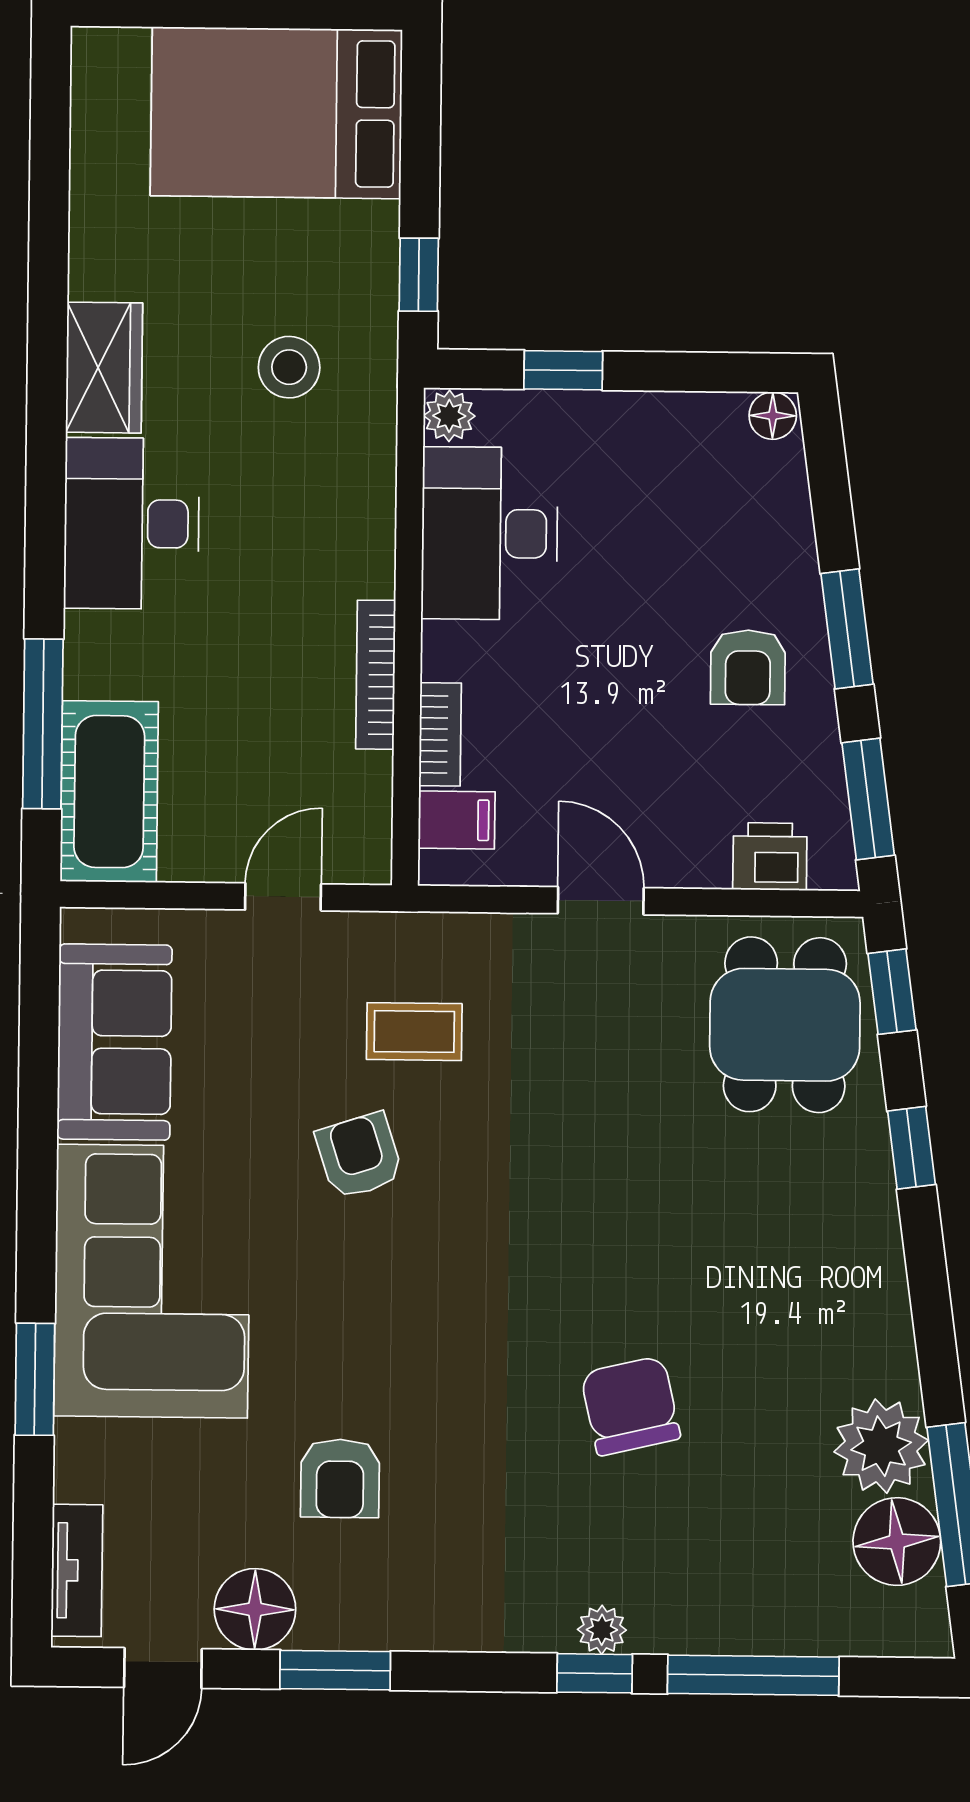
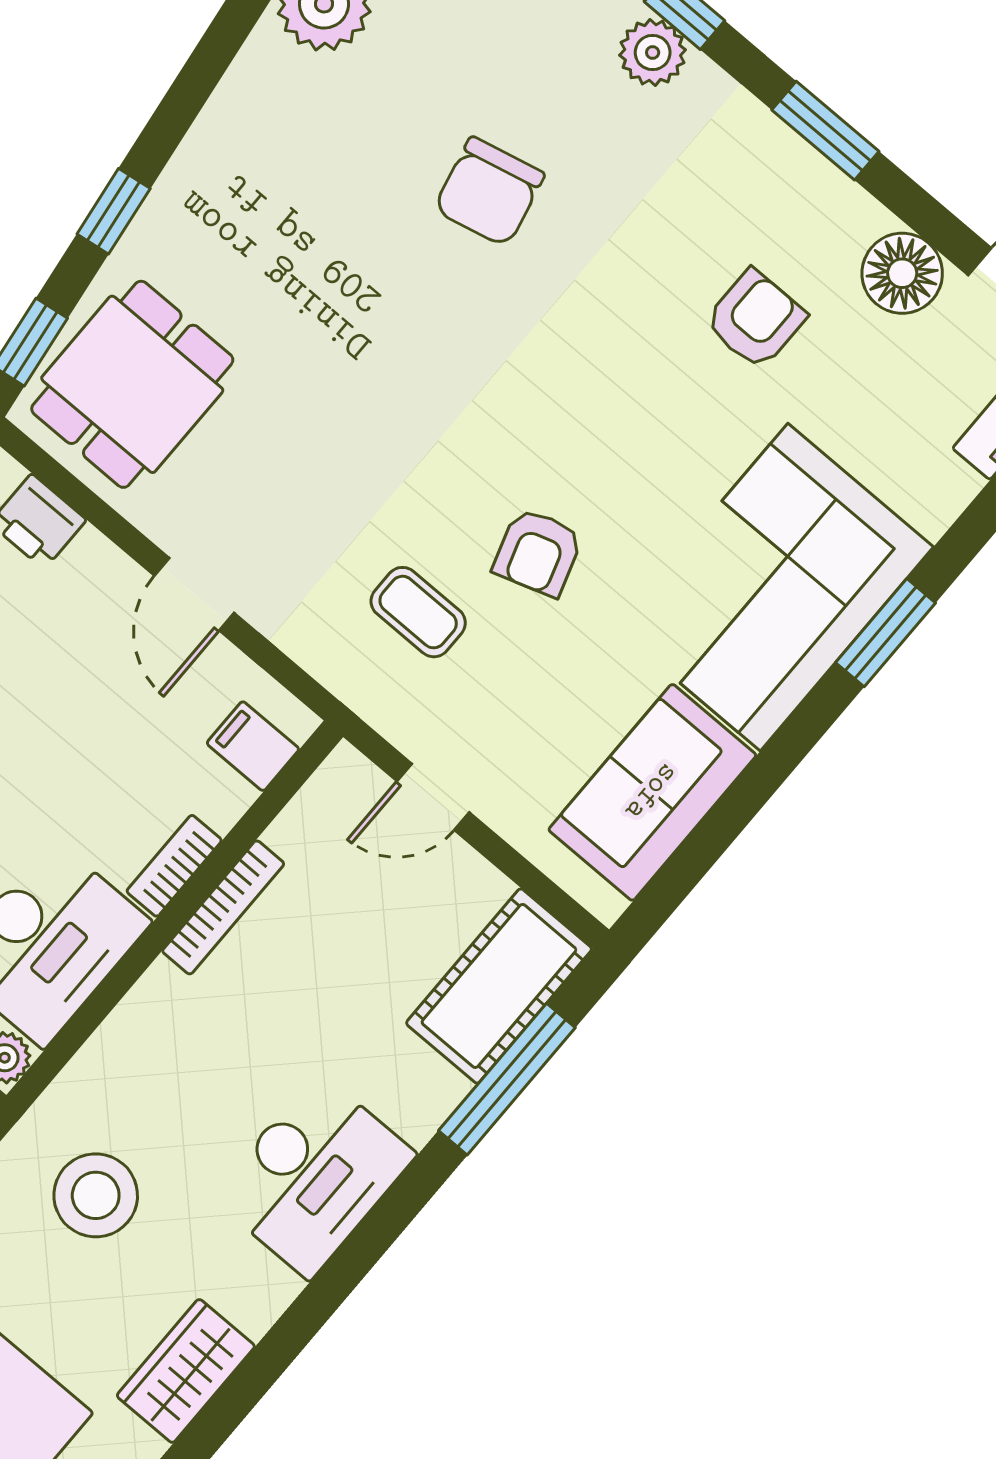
stool: (289, 367) -> (96, 1195), width x1.38, depth x1.38
wardrobe: (104, 368) -> (186, 1371), moved
bookcase: (440, 734) -> (174, 866), moved
window: (35, 1379) -> (886, 633), moved
plant: (602, 1630) -> (653, 52), width x1.38, depth x1.38
window: (335, 1670) -> (825, 131), moved

